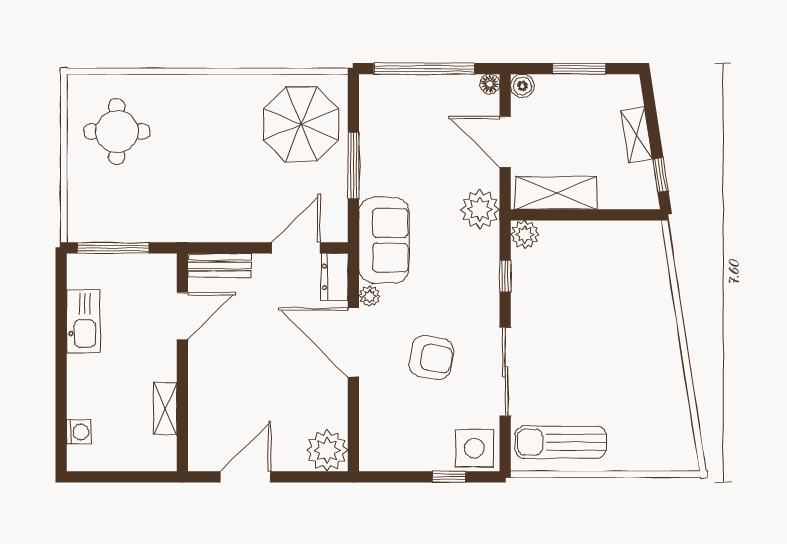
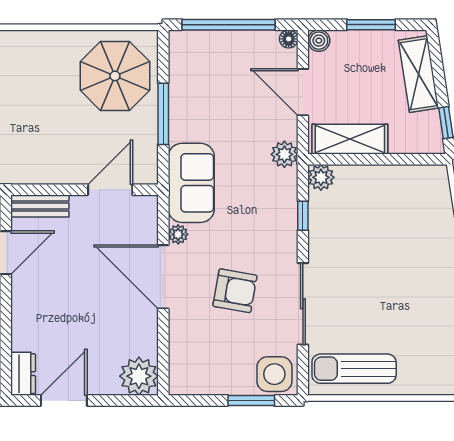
shelving: (637, 135) -> (418, 74), width x1.50, depth x1.33
plant: (480, 209) -> (284, 154), width x0.73, depth x0.73
dresser: (335, 277) -> (23, 374), moved, turned 180
window: (449, 477) -> (251, 401), width x1.50

